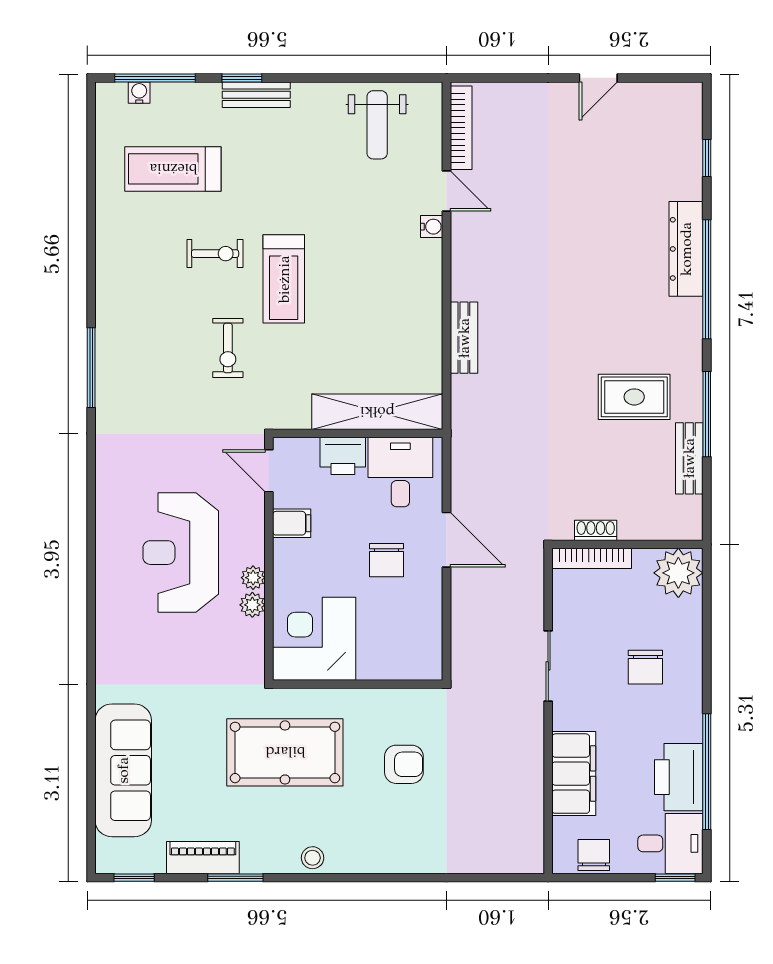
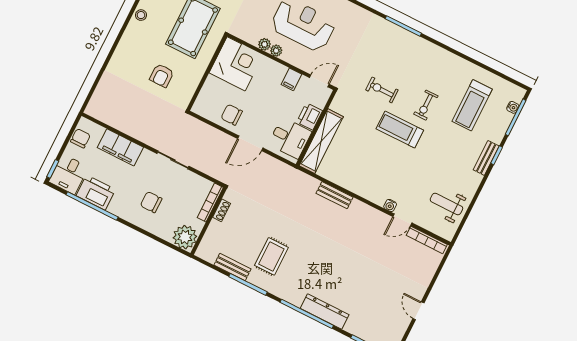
treadmill: (173, 169) -> (472, 105), turned 180
chair: (387, 560) -> (232, 115), moved
chair: (594, 855) -> (80, 138), turned -90

